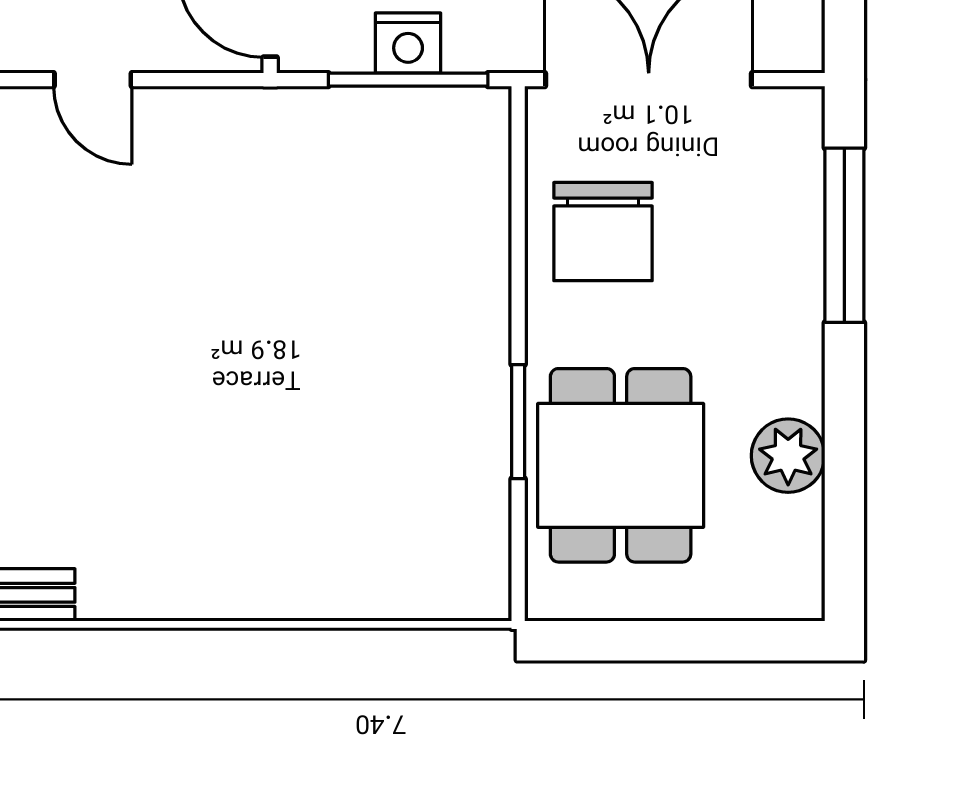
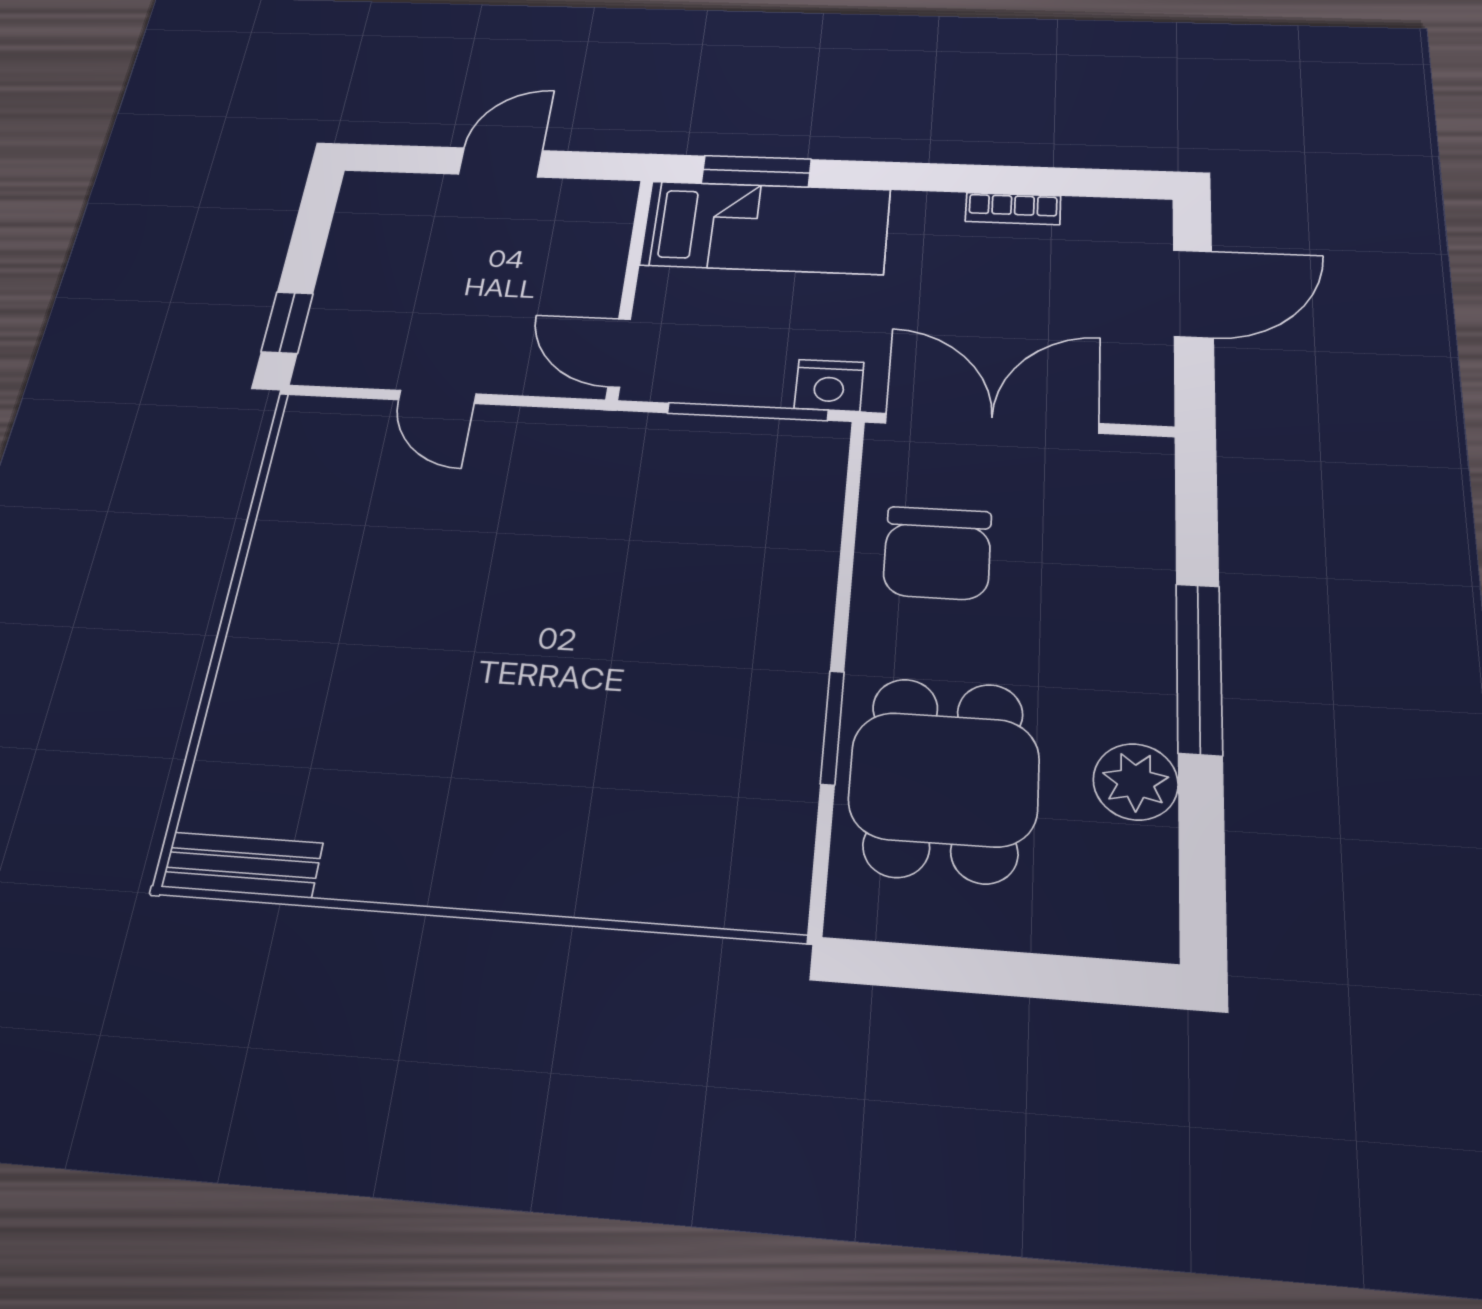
nightstand: (408, 43) -> (829, 385), moved
window: (844, 235) -> (1199, 668), moved

